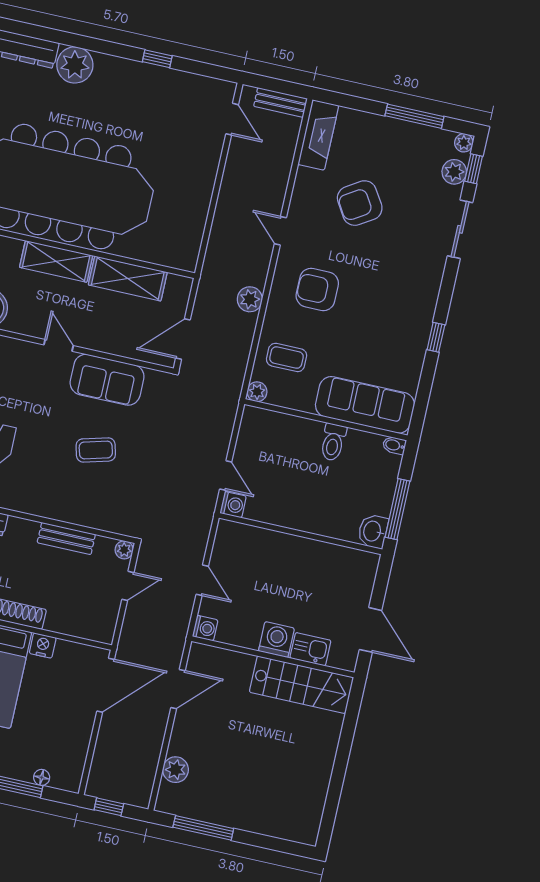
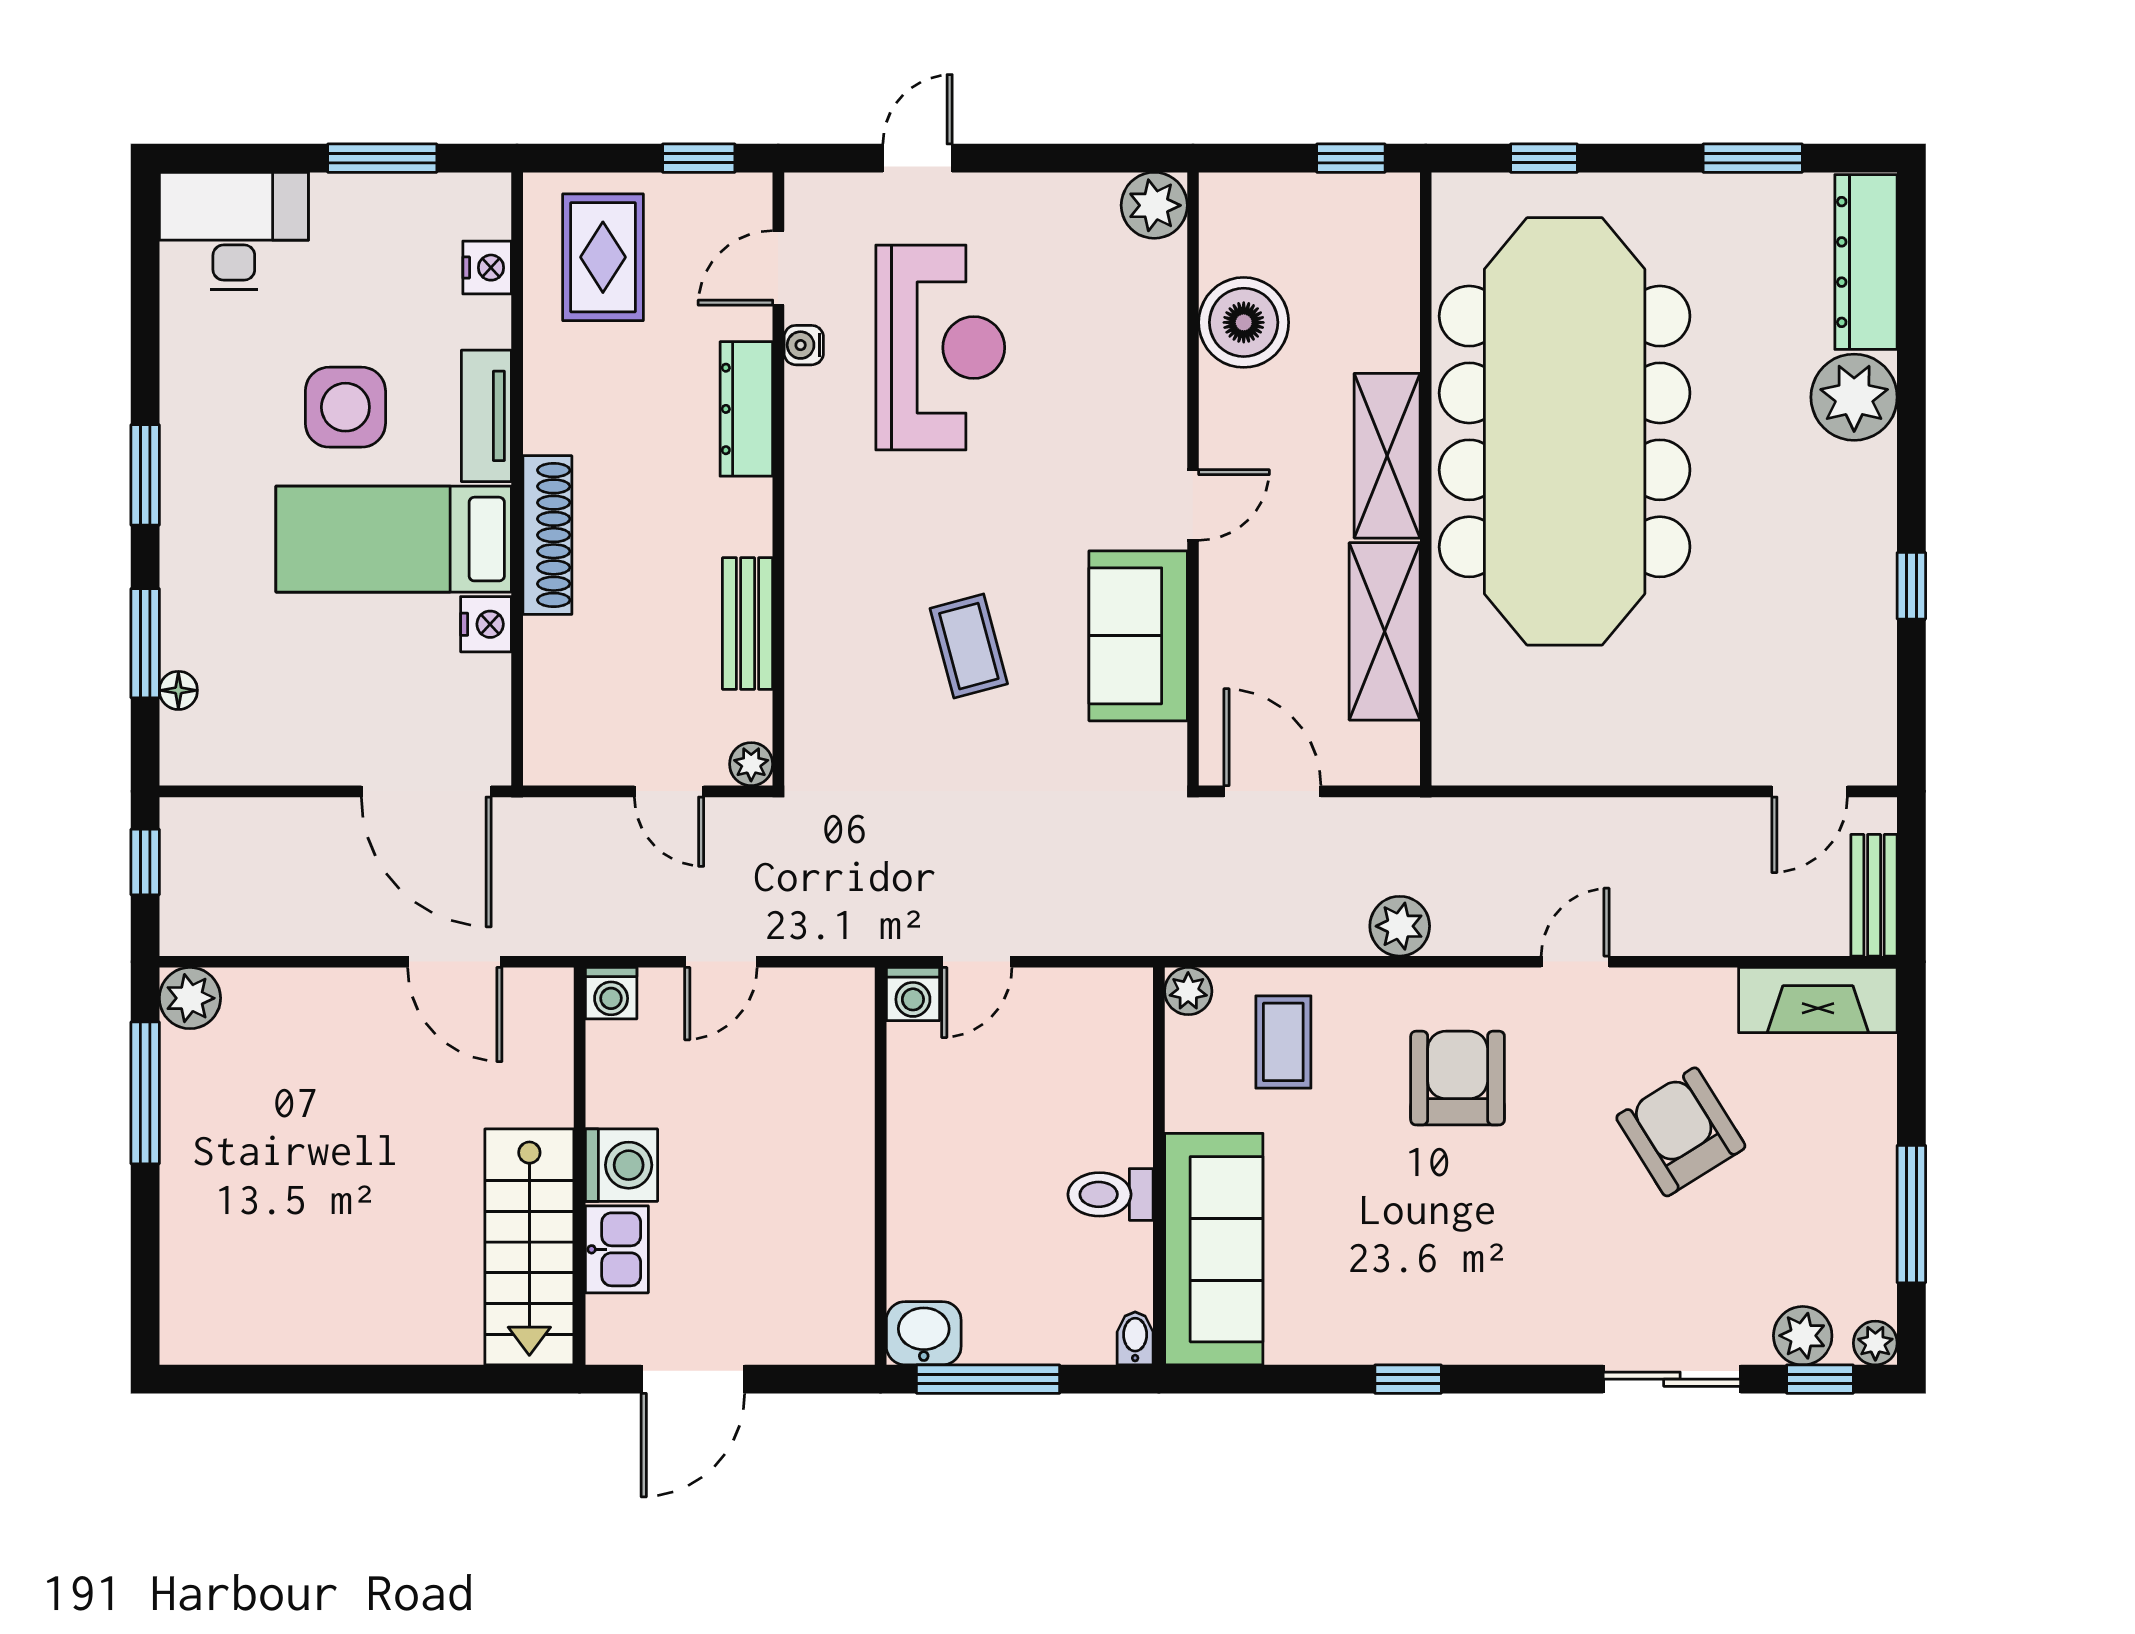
plant: (176, 770) -> (190, 998), moved

